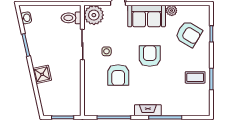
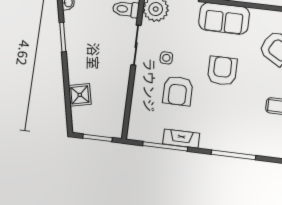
plant: (172, 11) -> (258, 15), removed
shower: (42, 74) -> (80, 95), moved
fireplace: (148, 110) -> (181, 139), moved

